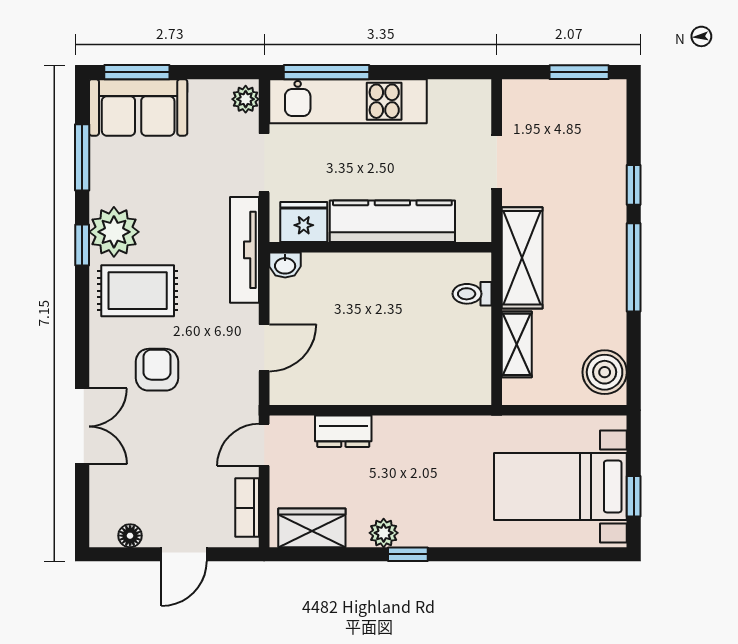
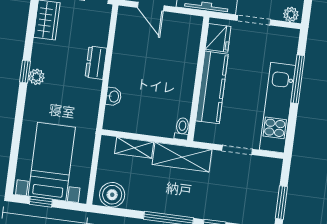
window: (327, 72) -> (298, 79), moved
kitchen unit: (348, 101) -> (277, 108), moved
washbasin: (285, 265) -> (114, 96), moved, turned 180
toilet: (472, 294) -> (182, 129), moved
dresser: (343, 431) -> (96, 63), moved
plant: (384, 533) -> (36, 77), moved

